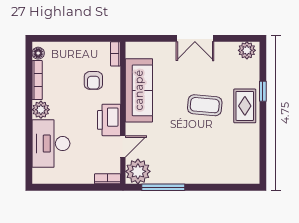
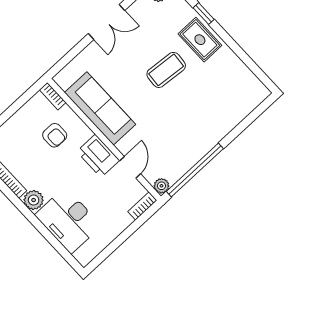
plant: (138, 171) -> (161, 186), width x0.53, depth x0.53
window: (163, 187) -> (195, 170), width x1.46

